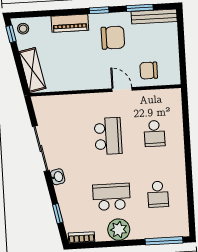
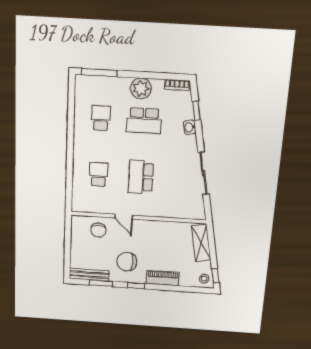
chair: (149, 70) -> (98, 230), turned 90
washbasin: (58, 177) -> (190, 127), moved

